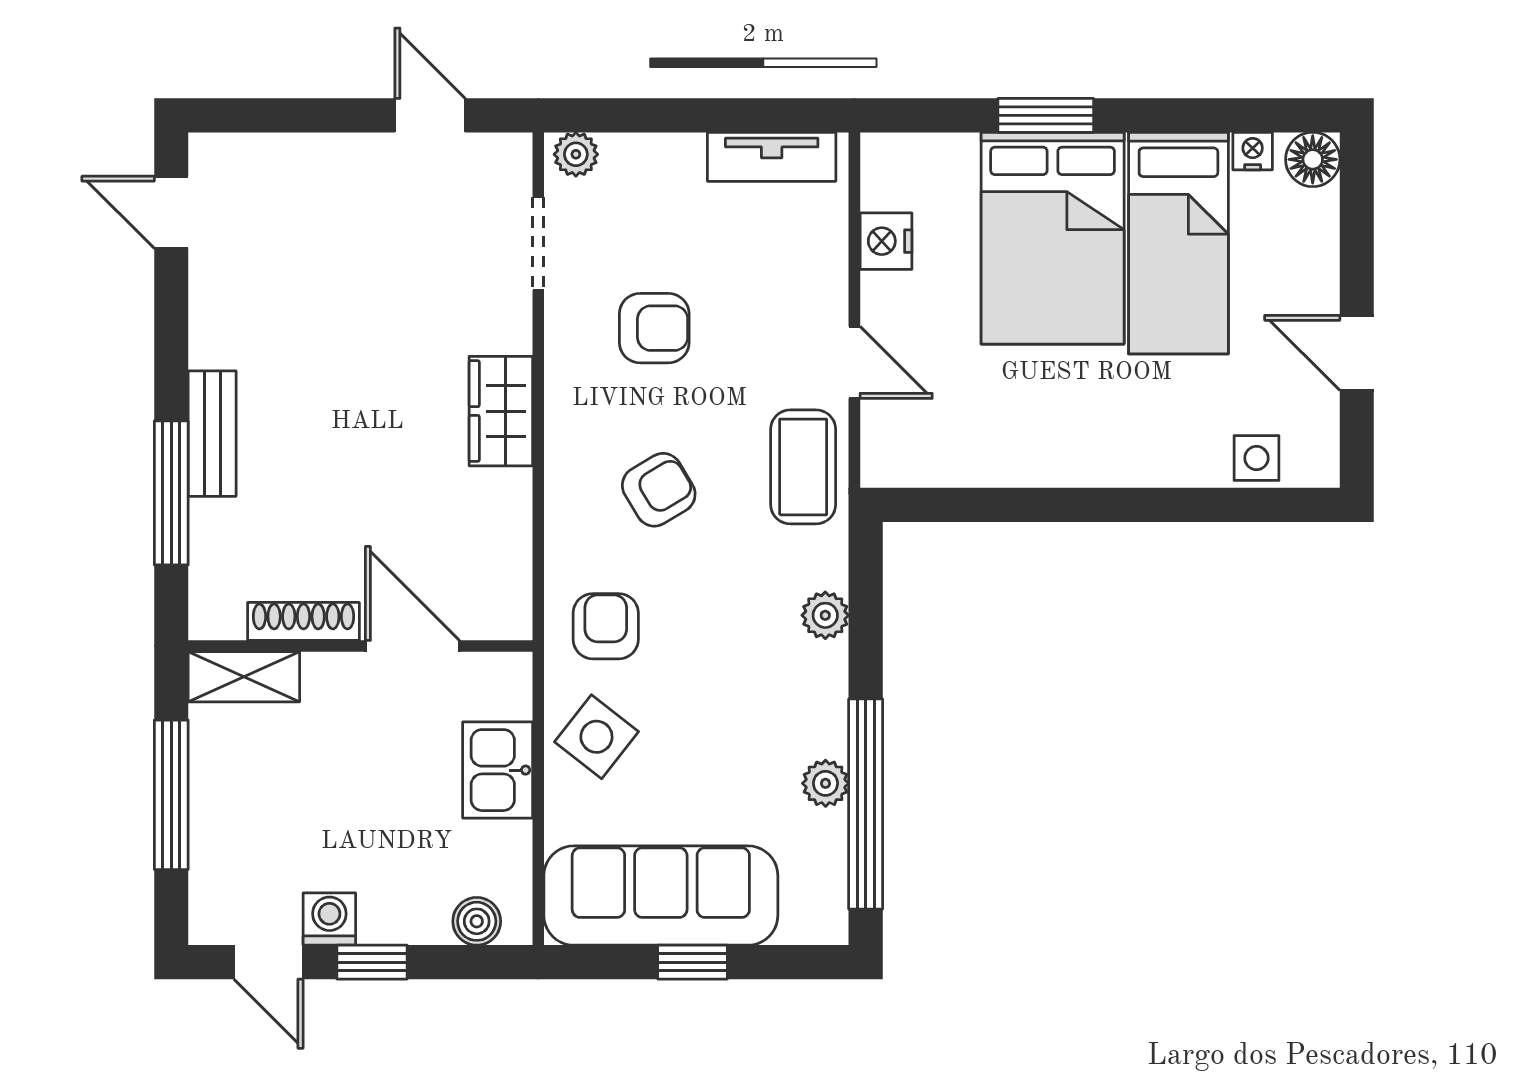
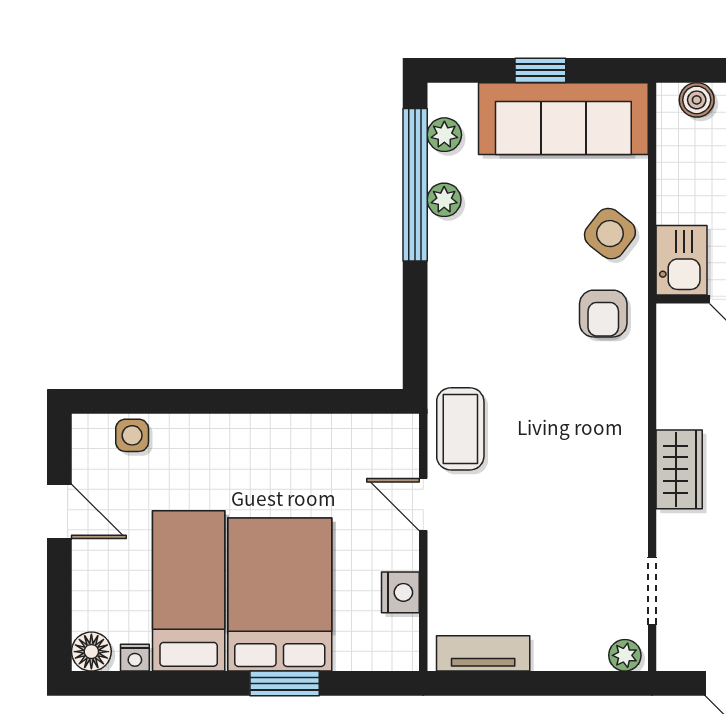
armchair: (654, 328) -> (568, 529), removed
armchair: (659, 490) -> (565, 412), removed
plant: (825, 615) -> (444, 135), moved
kitchen sink: (498, 770) -> (682, 260), moved

